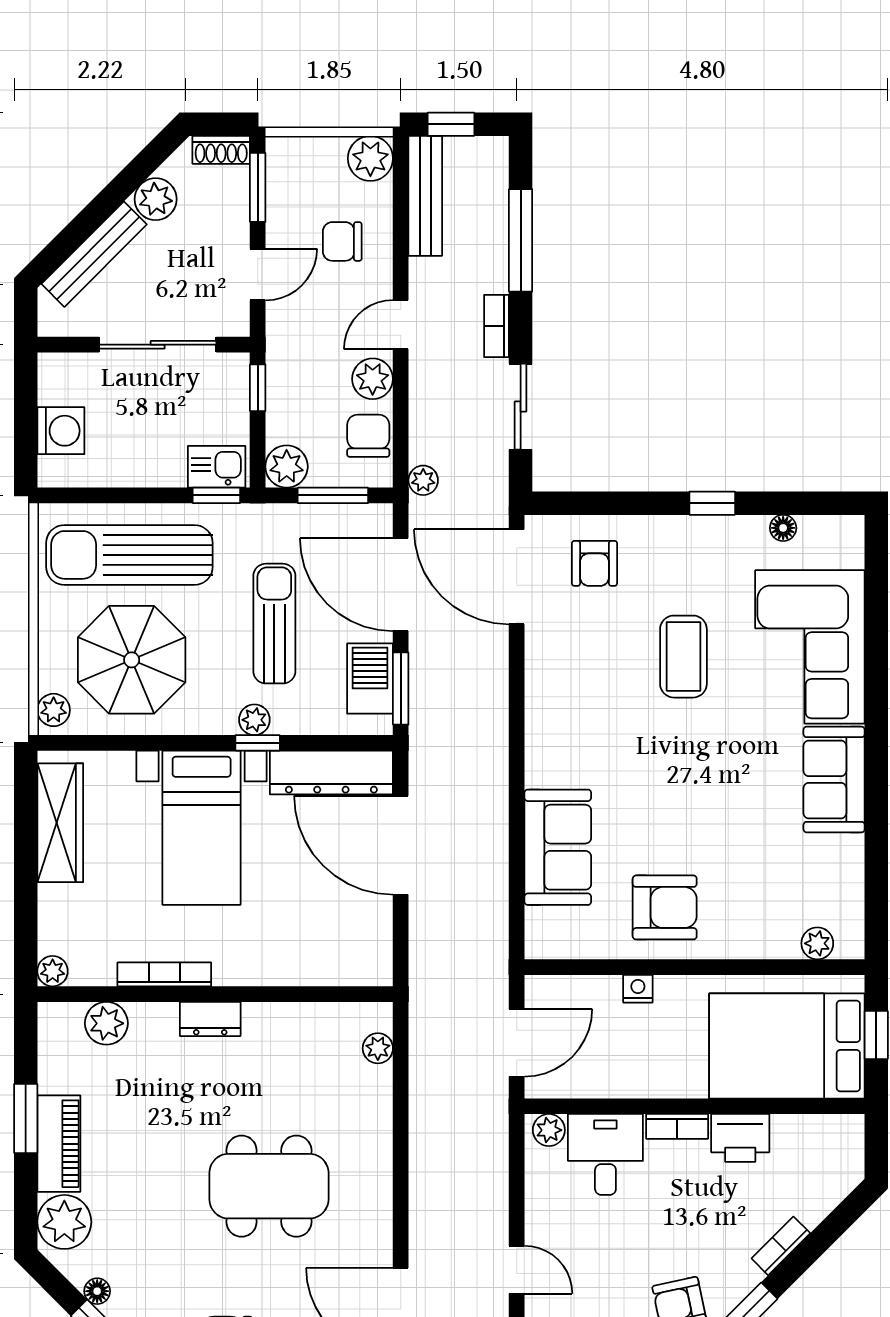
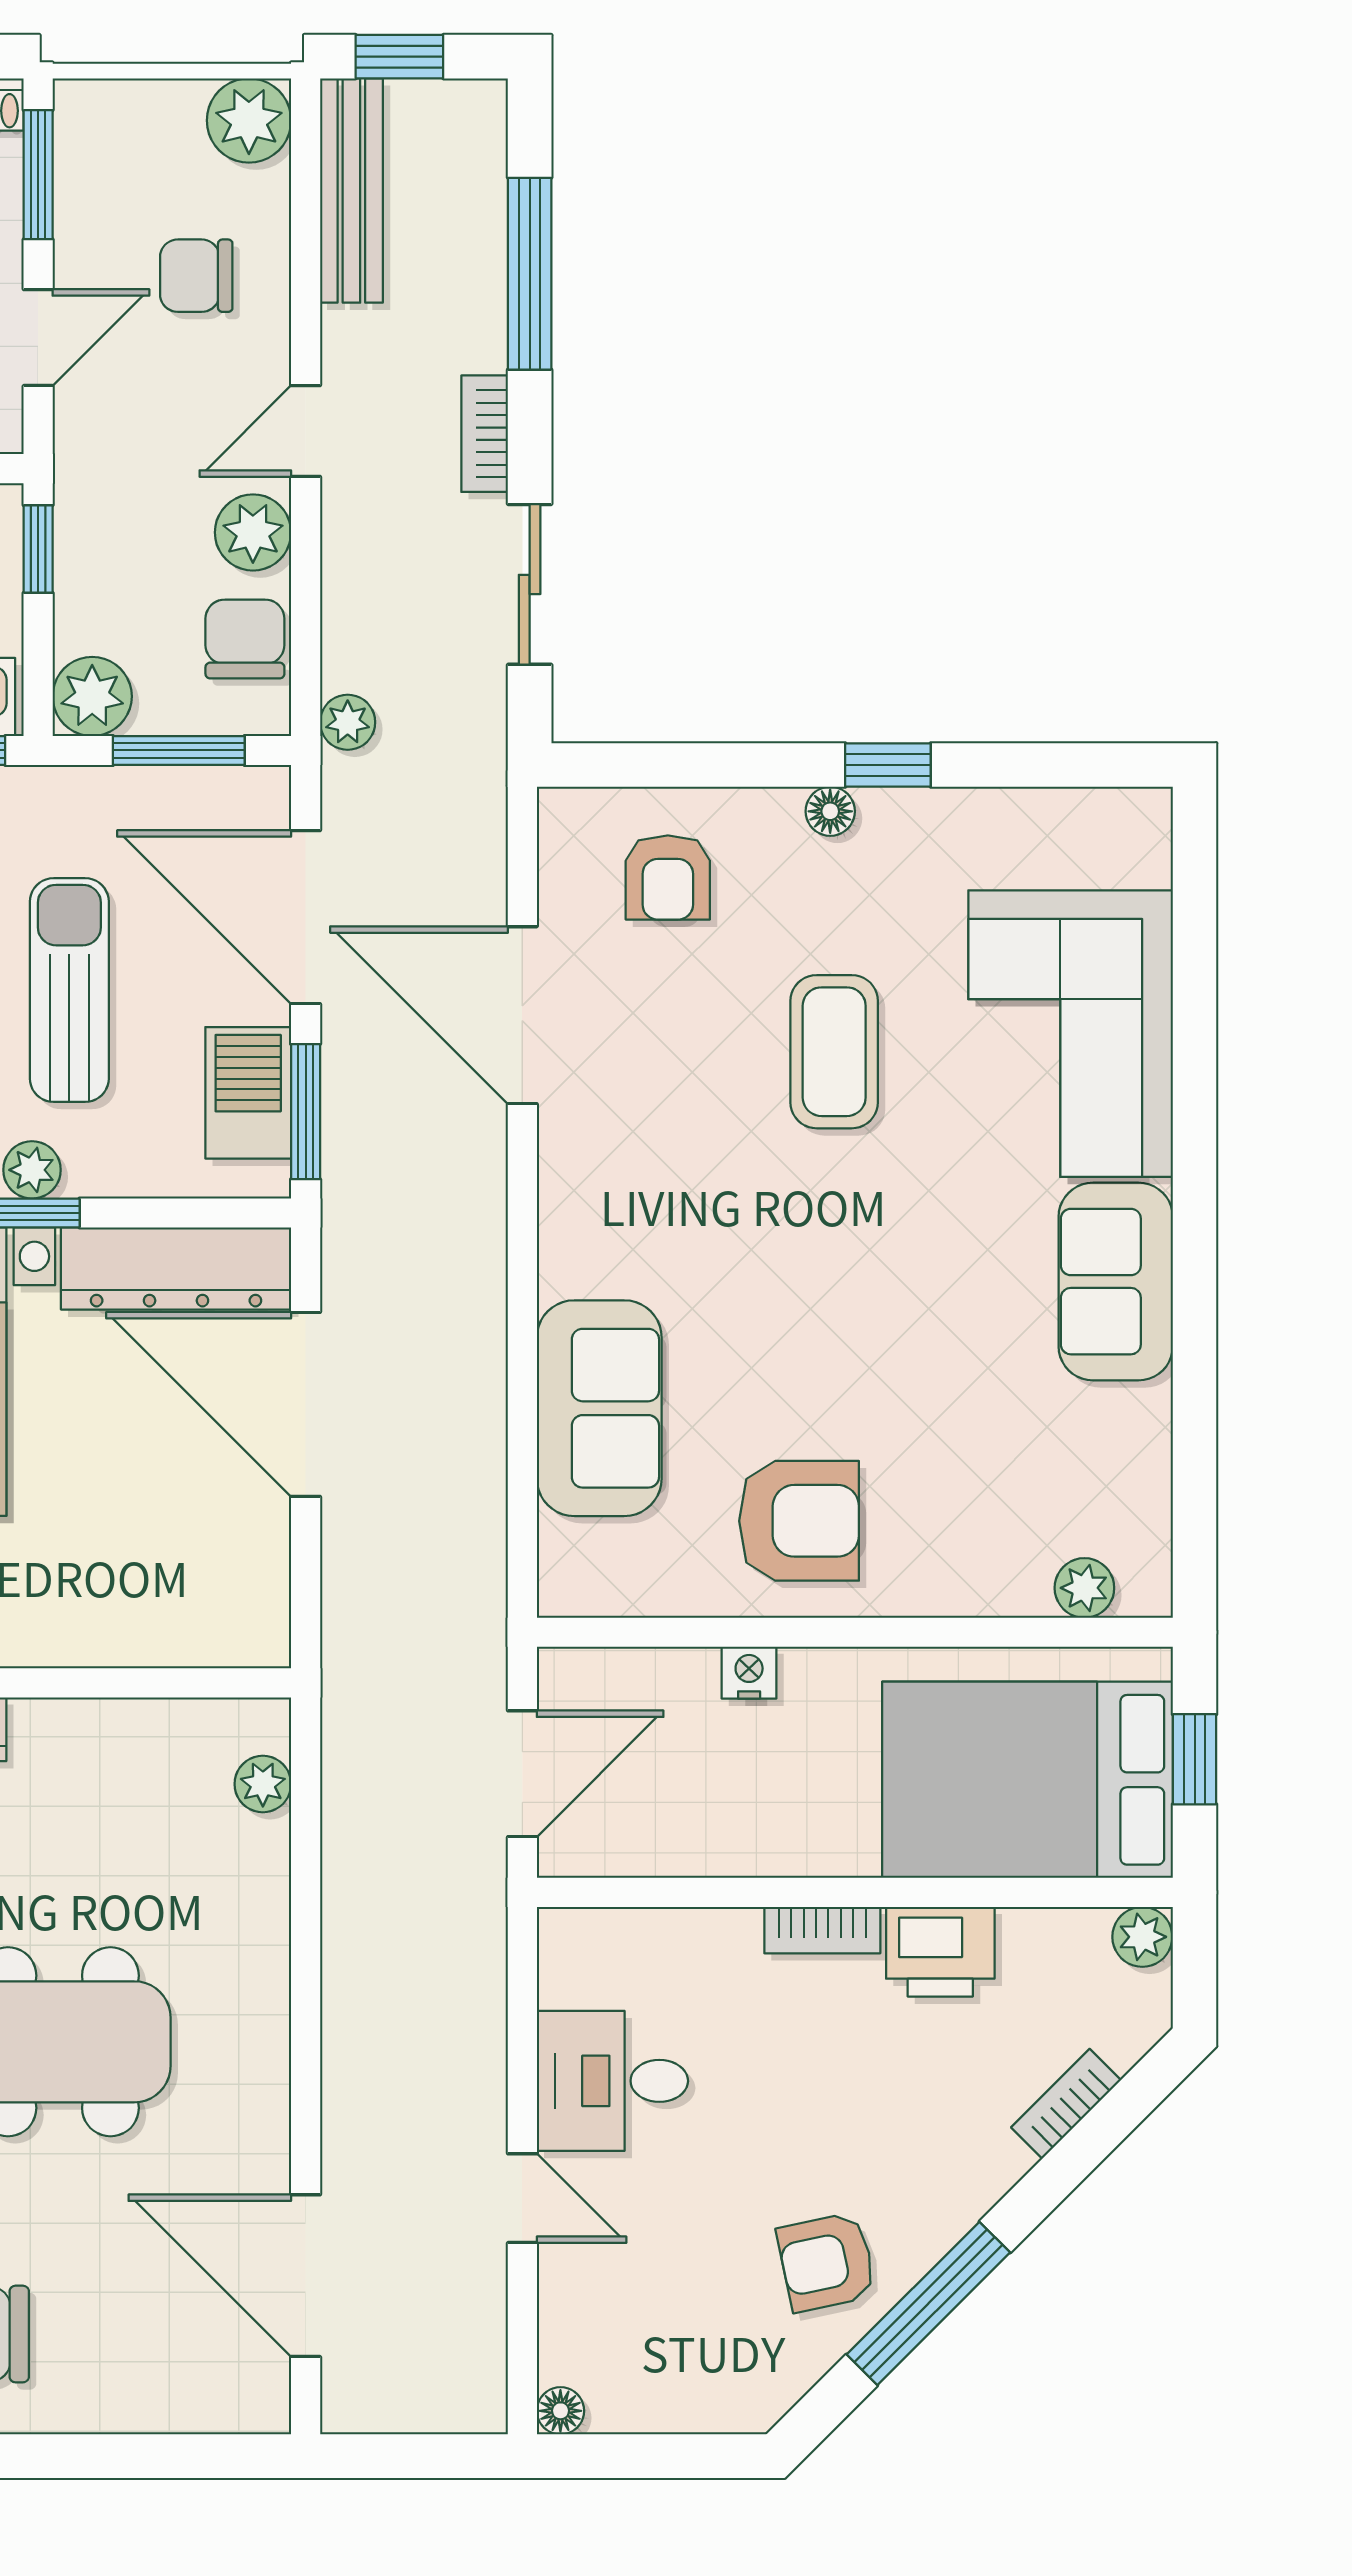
floor lamp: (783, 528) -> (830, 811), moved
door: (517, 577) -> (522, 1015), moved
plant: (549, 1130) -> (1142, 1937), moved
desk: (605, 1154) -> (612, 2081), moved, turned -90
bookcase: (781, 1246) -> (1066, 2104), moved

